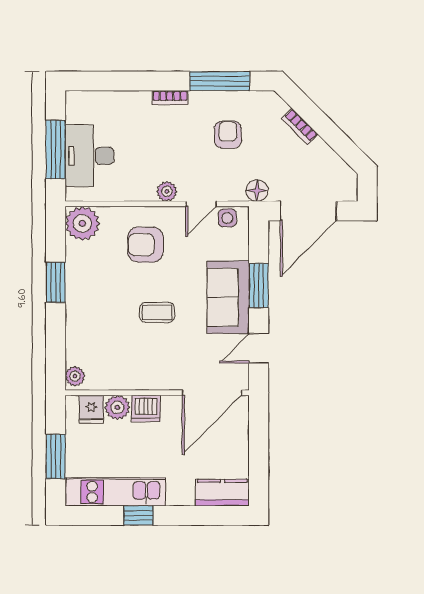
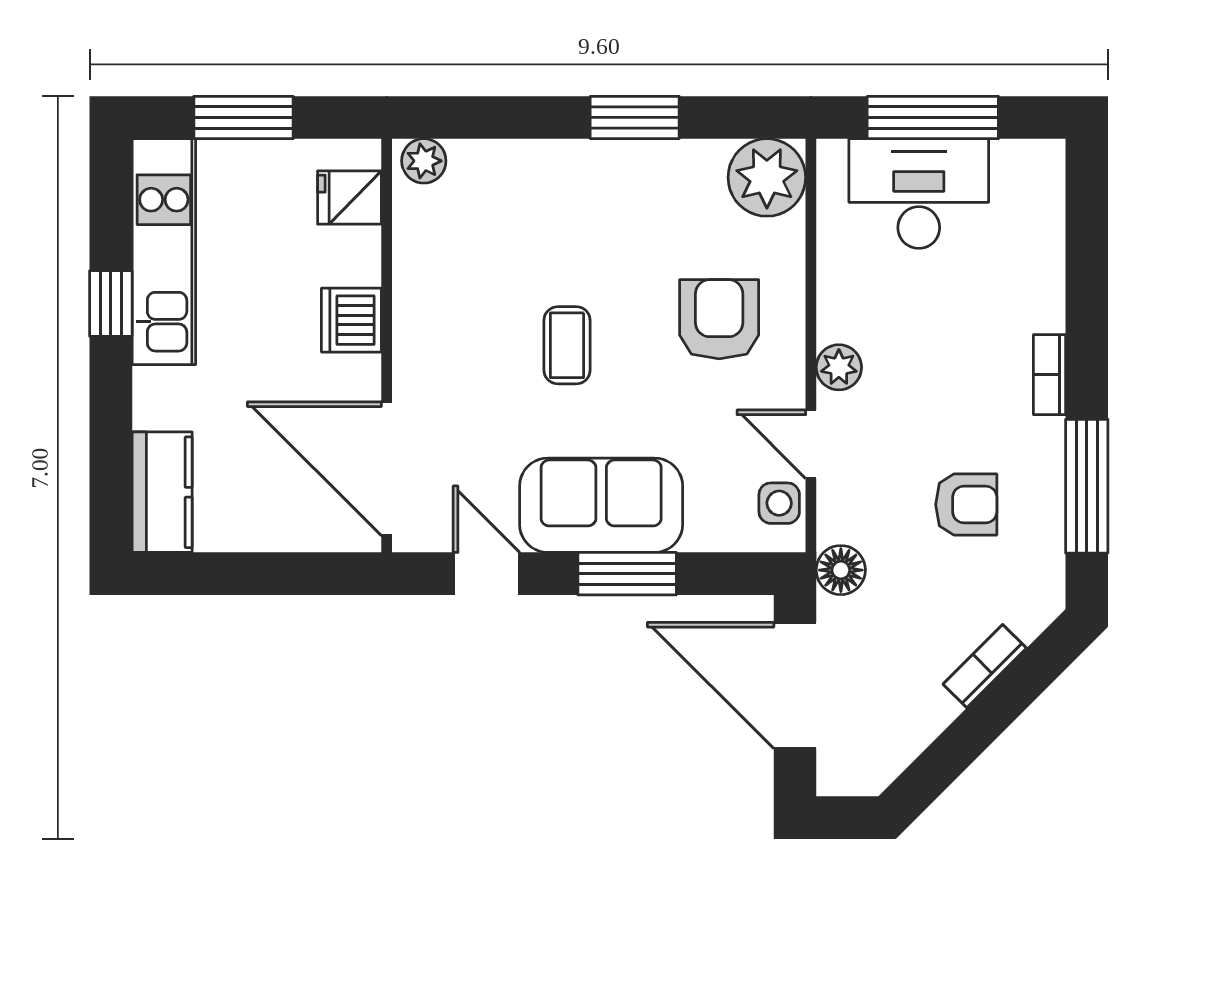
plant: (117, 407) -> (354, 256), removed

